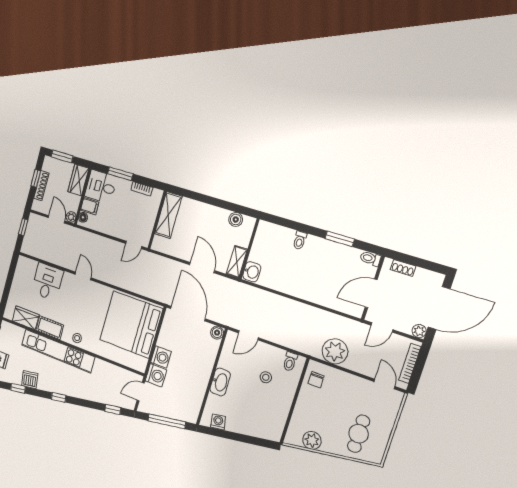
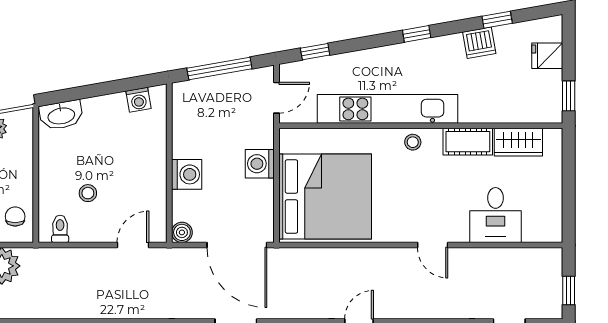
kitchen unit: (58, 351) -> (388, 109), moved
washing machine: (156, 375) -> (187, 174), moved, turned 180
washbasin: (220, 382) -> (61, 115), moved, turned -100

